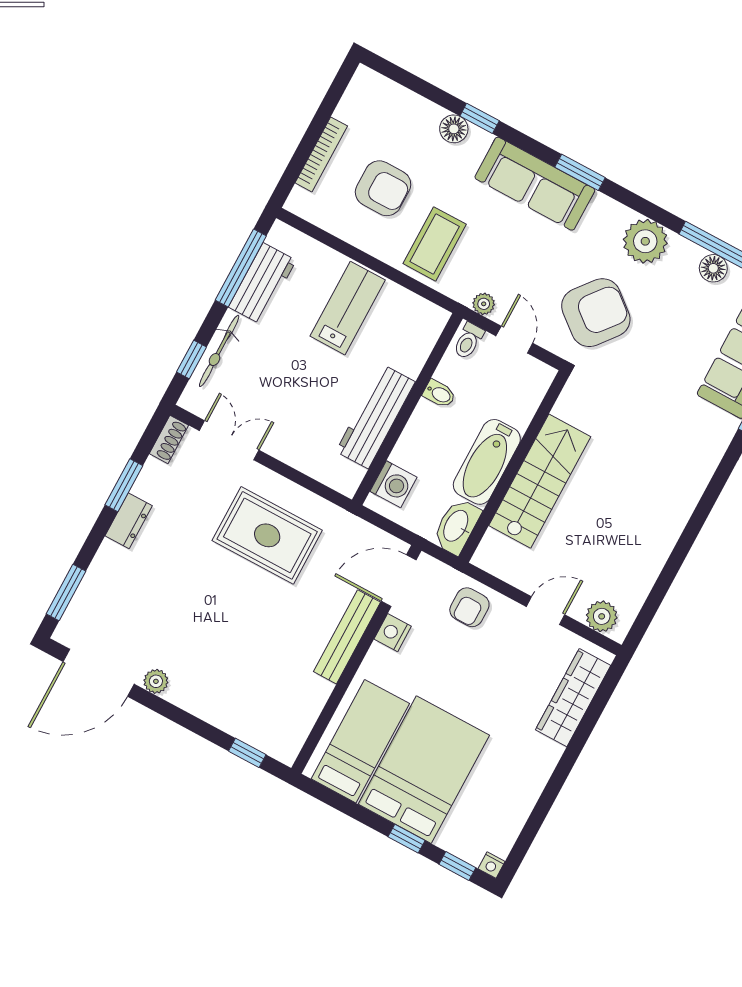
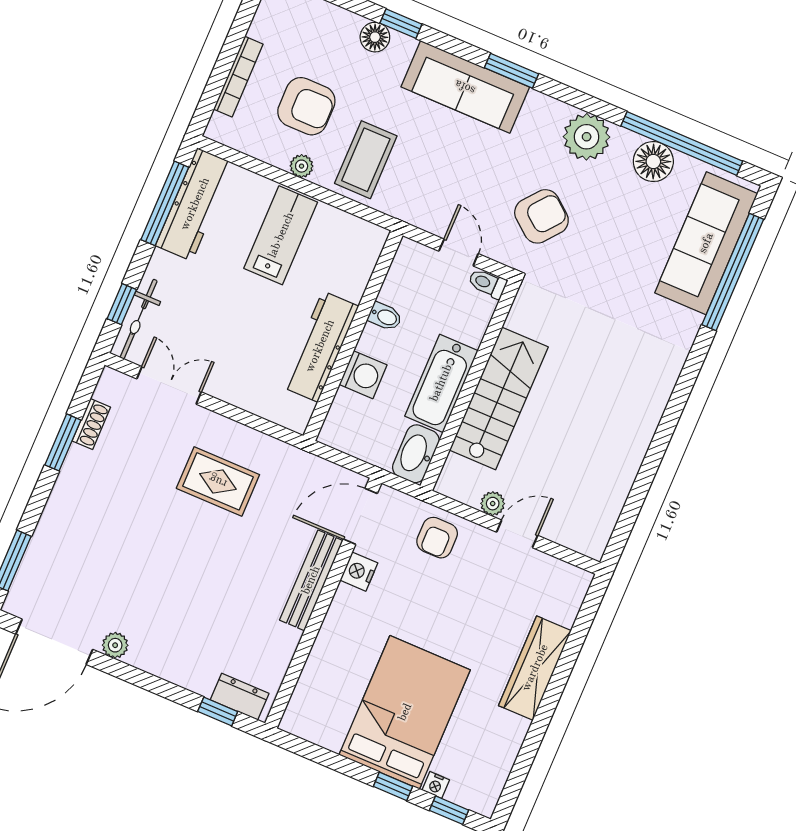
floor lamp: (713, 268) -> (653, 162), width x1.38, depth x1.38
workbench: (262, 284) -> (195, 204), width x1.37
plant: (484, 304) -> (302, 166), moved
armchair: (596, 313) -> (541, 216), width x0.73, depth x0.73
toilet: (468, 341) -> (487, 283), moved, turned 90
bicycle: (219, 351) -> (139, 319), moved
shoe rack: (169, 439) -> (91, 424), moved
washing machine: (393, 484) -> (363, 375), moved
dresser: (129, 521) -> (240, 697), moved, turned -90
rug: (267, 535) -> (218, 481), width x0.73, depth x0.70
plant: (602, 616) -> (493, 504), moved, width x0.73, depth x0.73
wardrobe: (573, 698) -> (535, 668), moved
bed: (360, 741) -> (335, 688), removed
nightstand: (492, 865) -> (436, 785), moved

